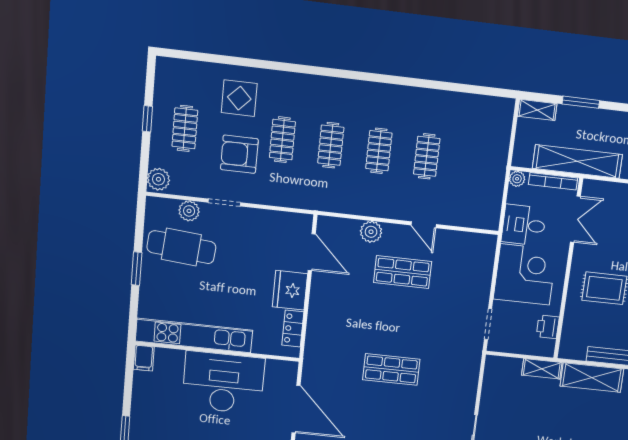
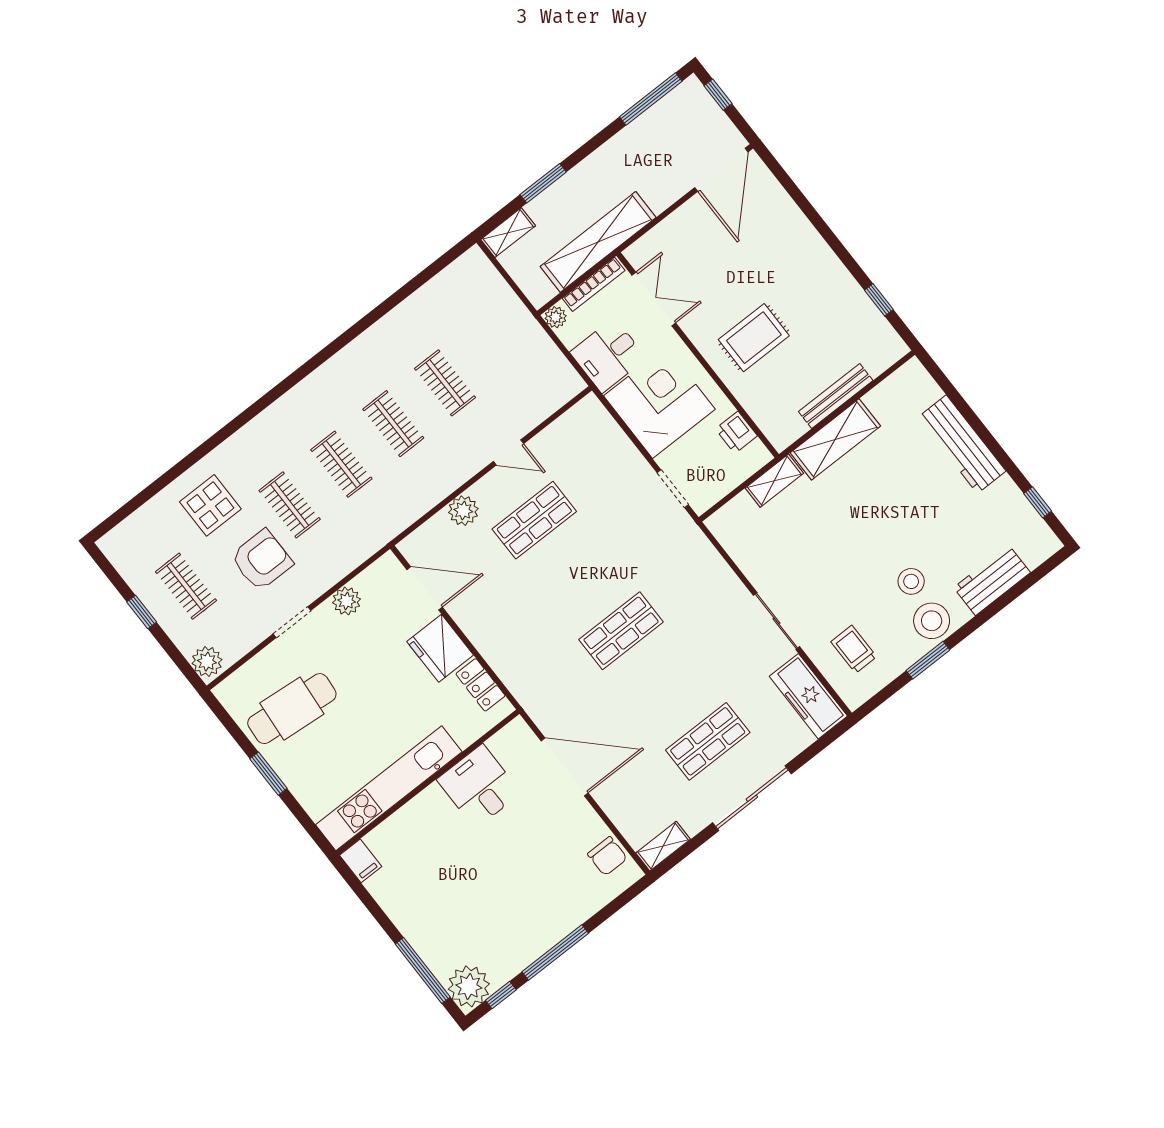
armchair: (239, 154) -> (262, 560), turned 180
plant: (189, 211) -> (347, 601), moved
desk: (223, 383) -> (479, 786), width x0.53, depth x0.77

